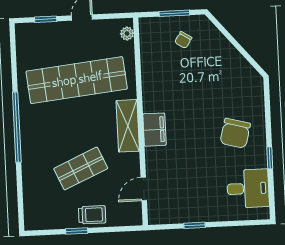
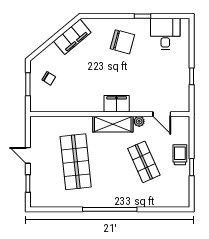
plant: (127, 33) -> (139, 121), moved
filing cabinet: (239, 68) -> (72, 37), added
shop shelf: (77, 80) -> (76, 162), width x0.71

